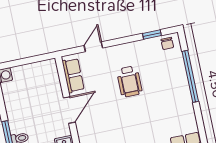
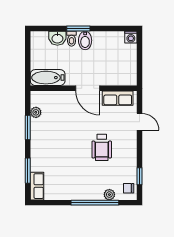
plant: (178, 63) -> (109, 195), added
wheelchair: (129, 82) -> (102, 147), turned -90
bidet: (19, 124) -> (85, 40), added

